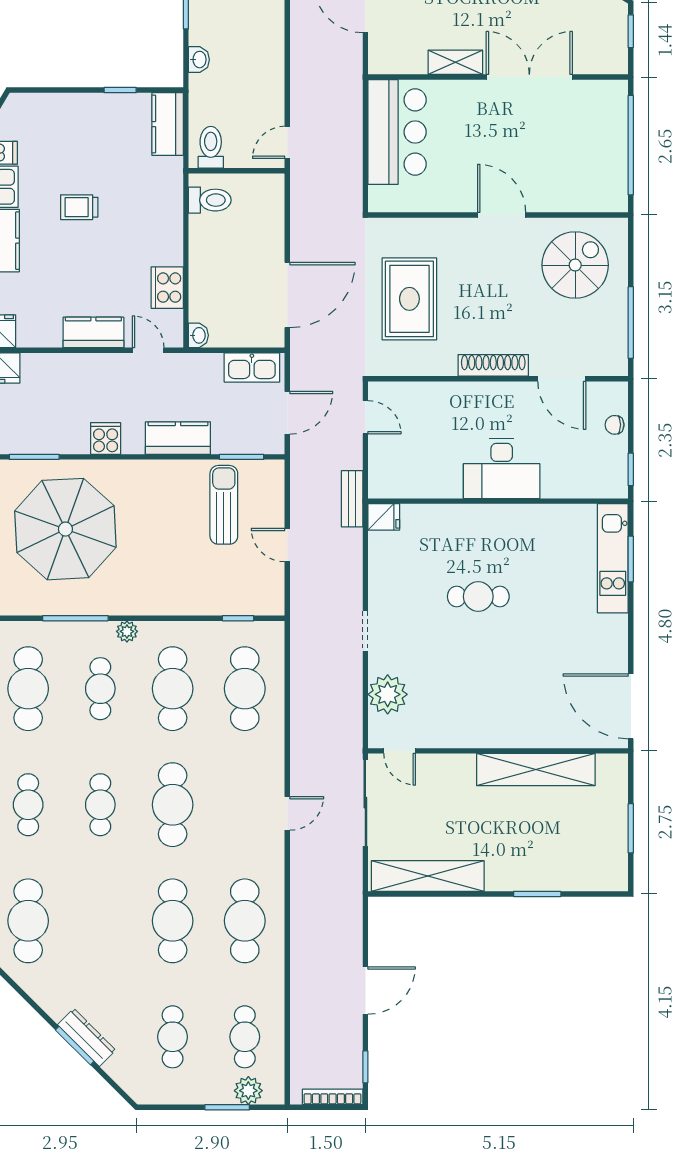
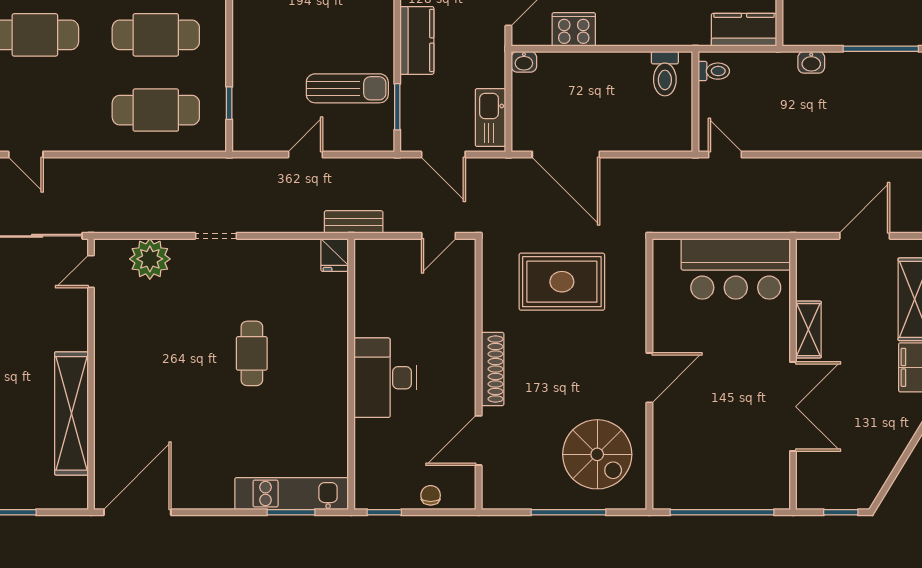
toilet: (211, 147) -> (714, 71), width x0.73, depth x0.72
window: (631, 323) -> (568, 512), moved

